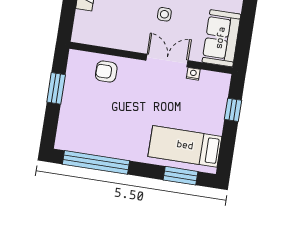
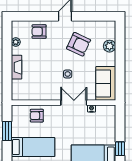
window: (233, 110) -> (120, 149), moved
bed: (93, 120) -> (33, 147), added

